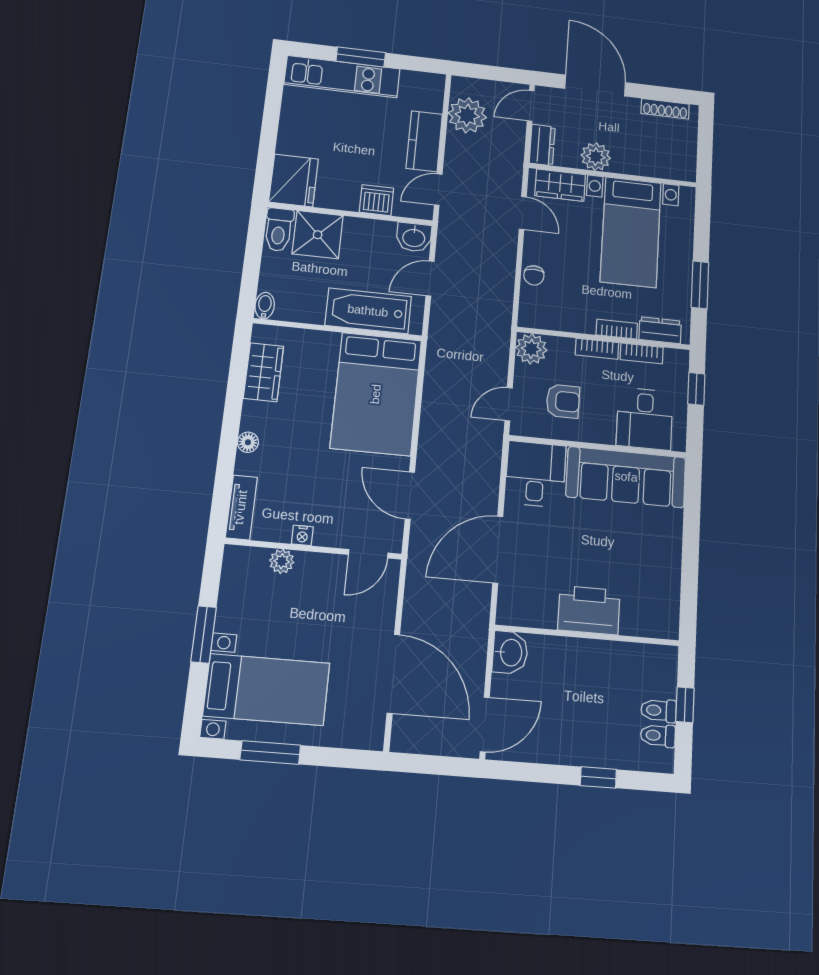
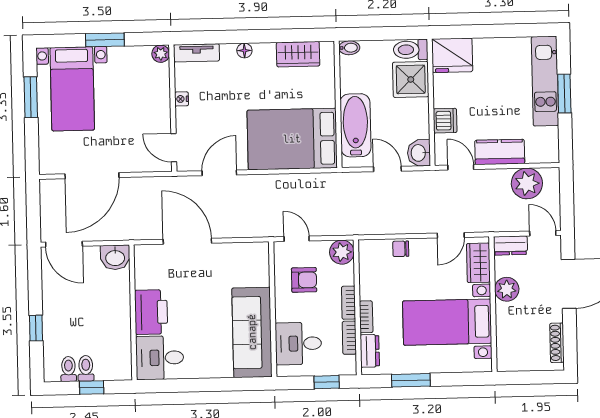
armchair: (563, 401) -> (304, 280), turned -90
desk: (535, 474) -> (160, 358), moved, turned 180
plant: (282, 561) -> (161, 54), moved

